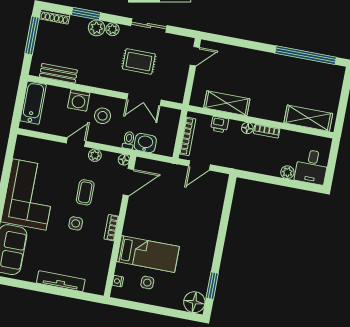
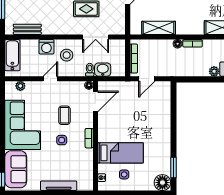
printer: (220, 124) -> (156, 45), removed
plant: (95, 155) -> (20, 86), moved

